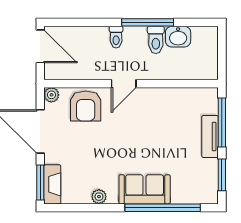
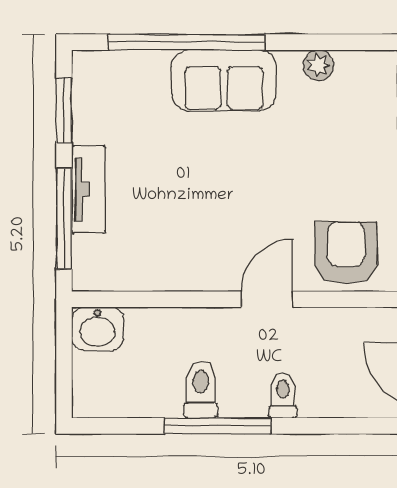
washbasin: (178, 37) -> (97, 329), moved, turned 180

